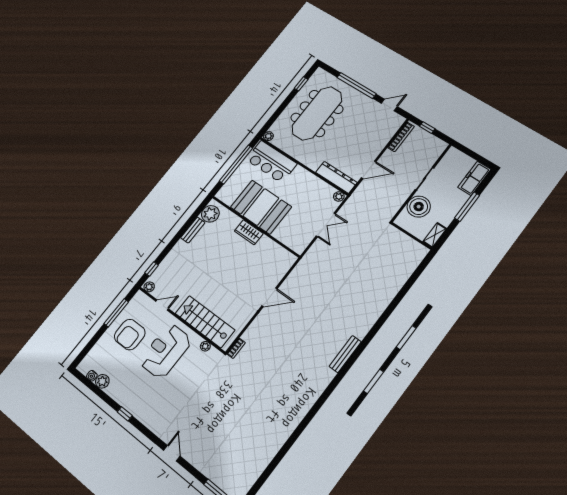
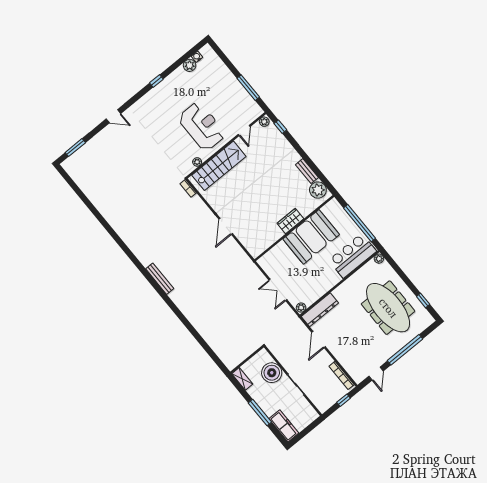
armchair: (130, 335) -> (225, 97), removed

